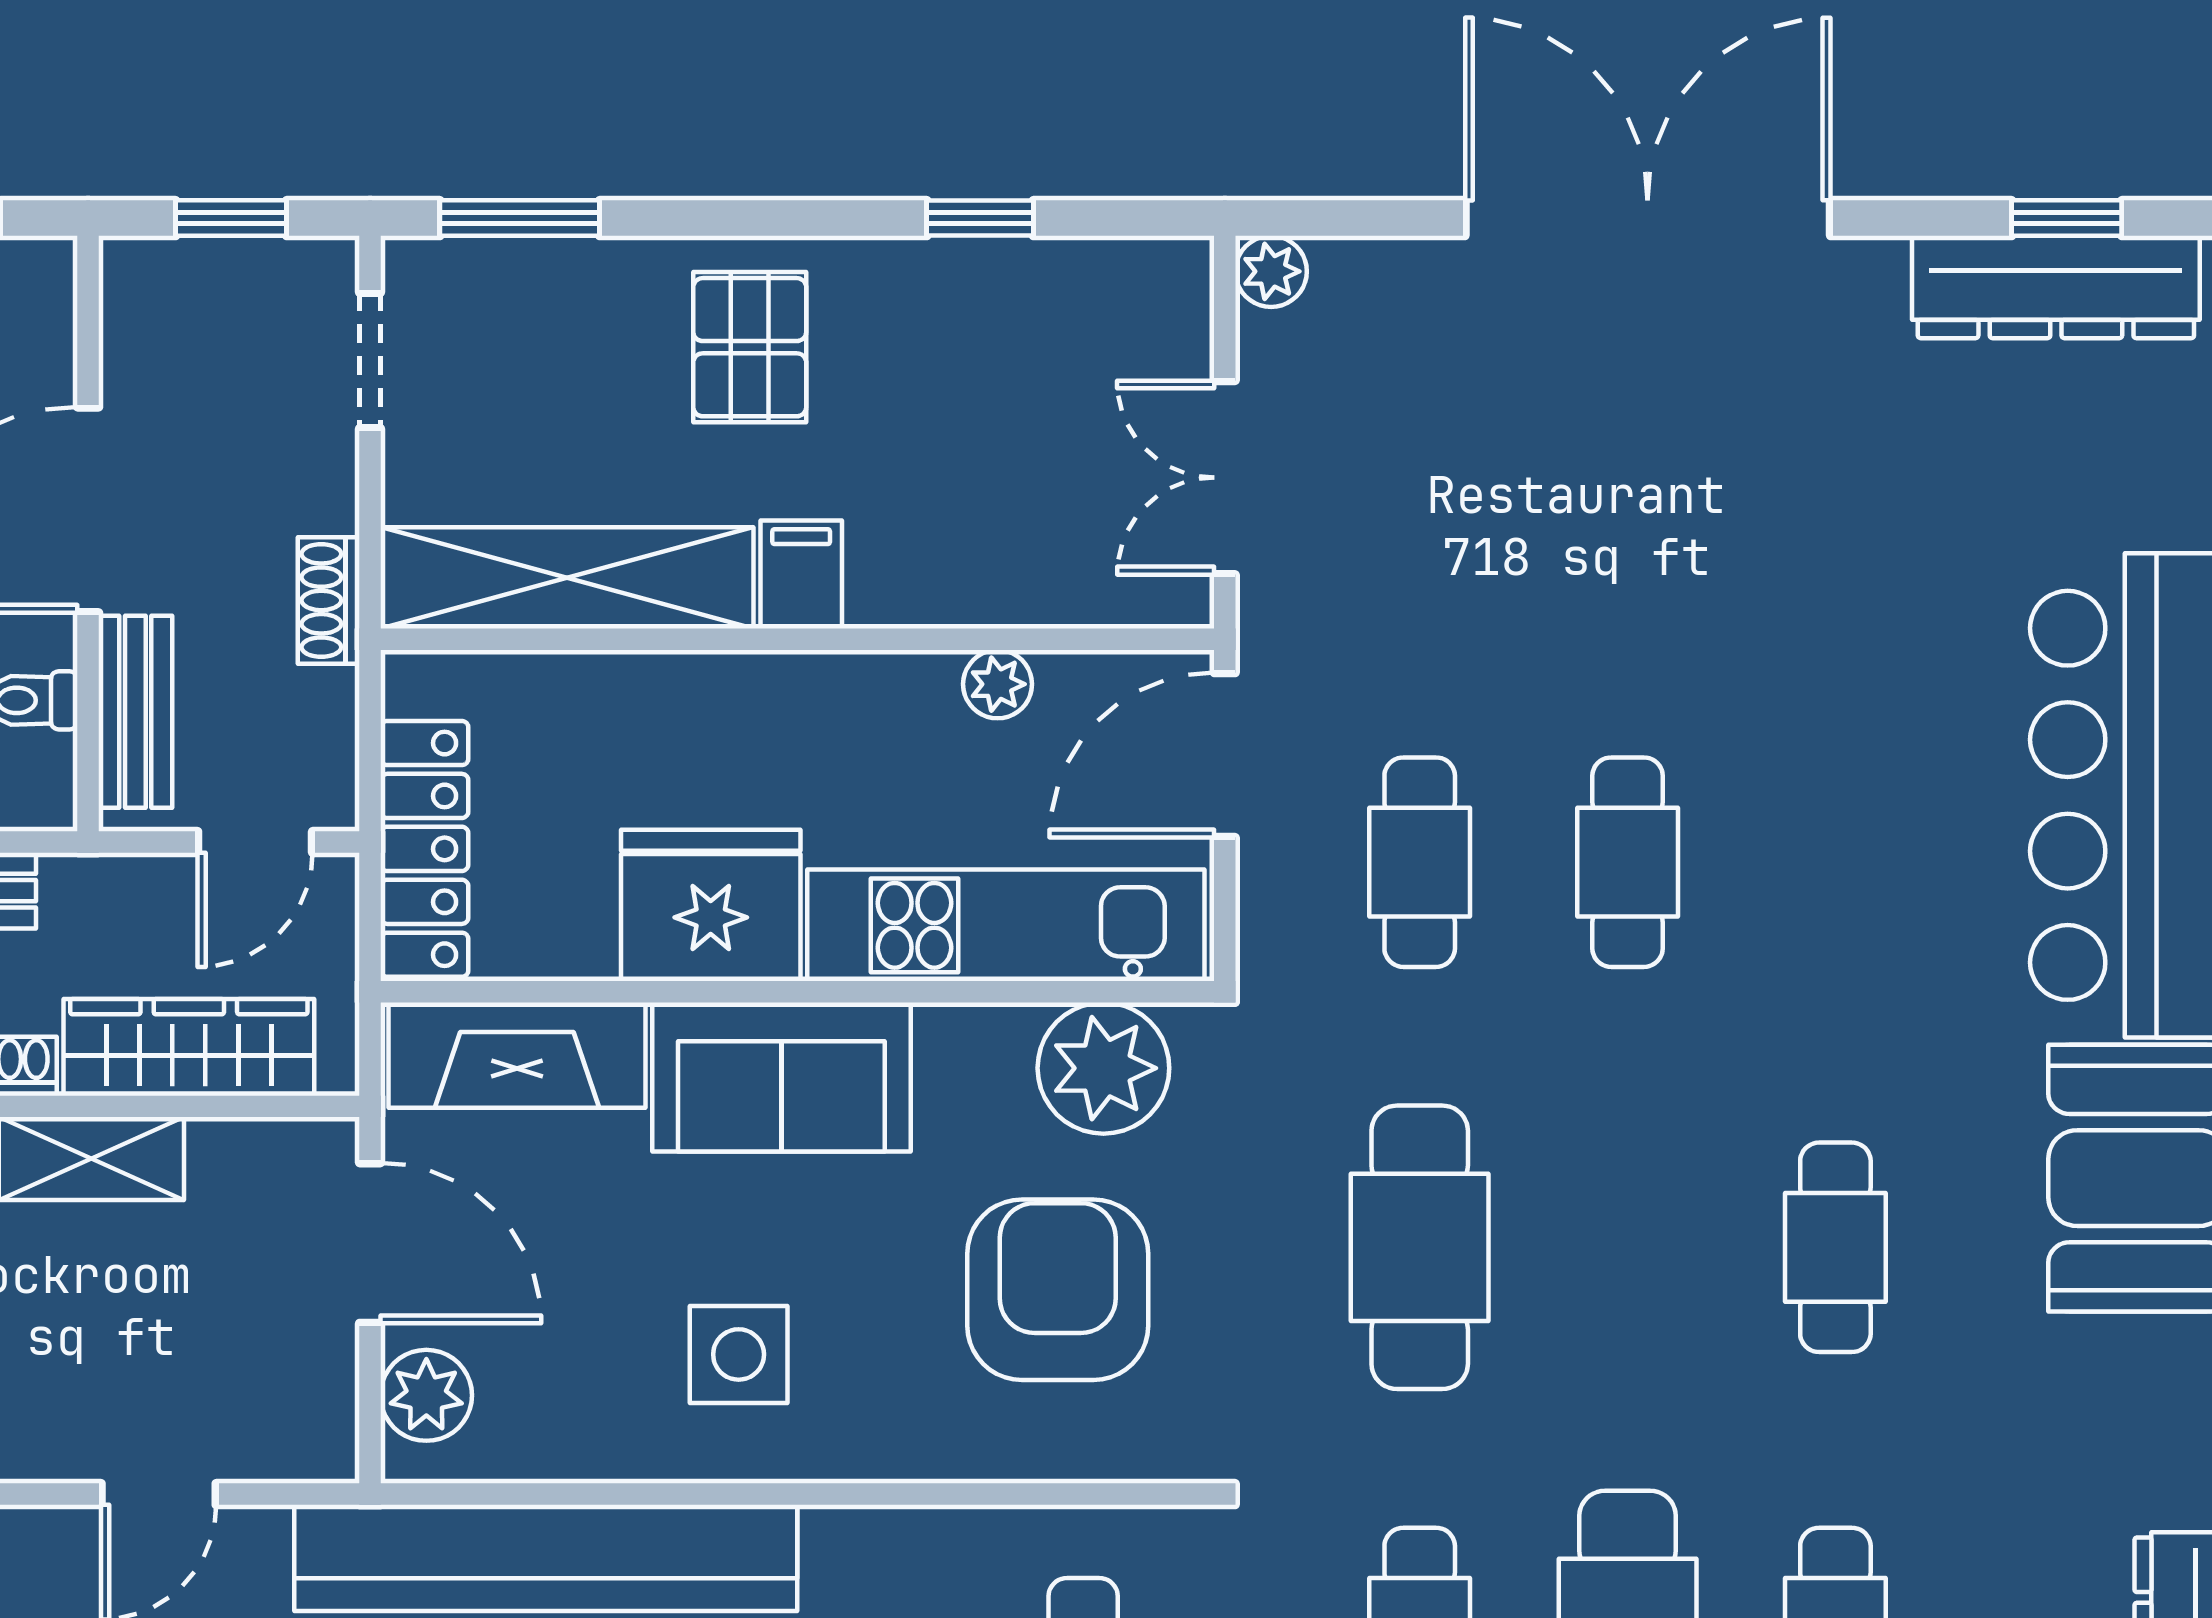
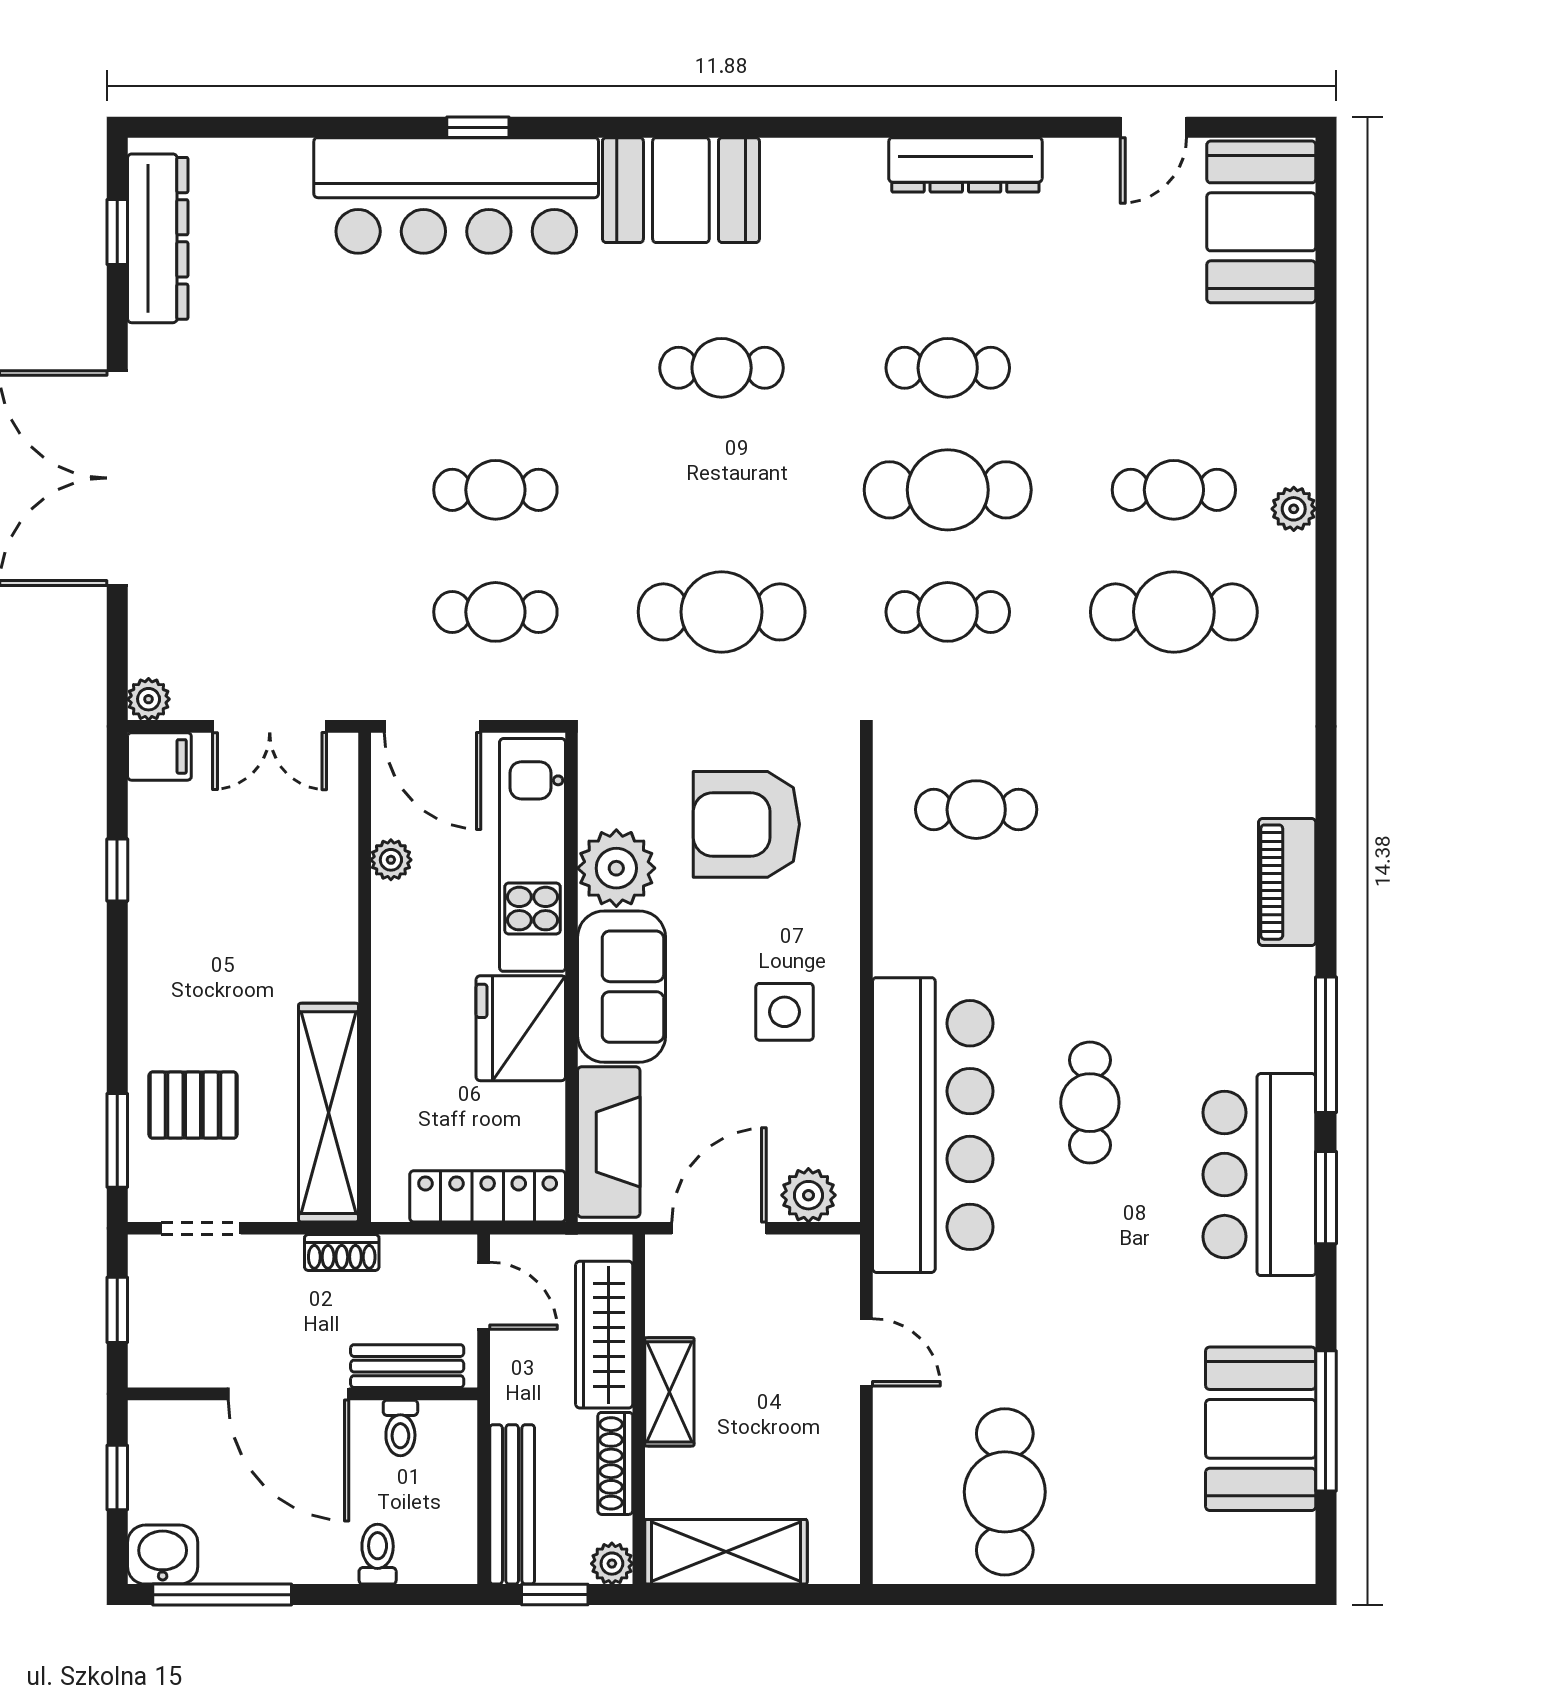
pallet: (750, 347) -> (193, 1105), moved
filing cabinet: (801, 575) -> (159, 756), moved, turned 180
plant: (1103, 1068) -> (616, 868), moved

